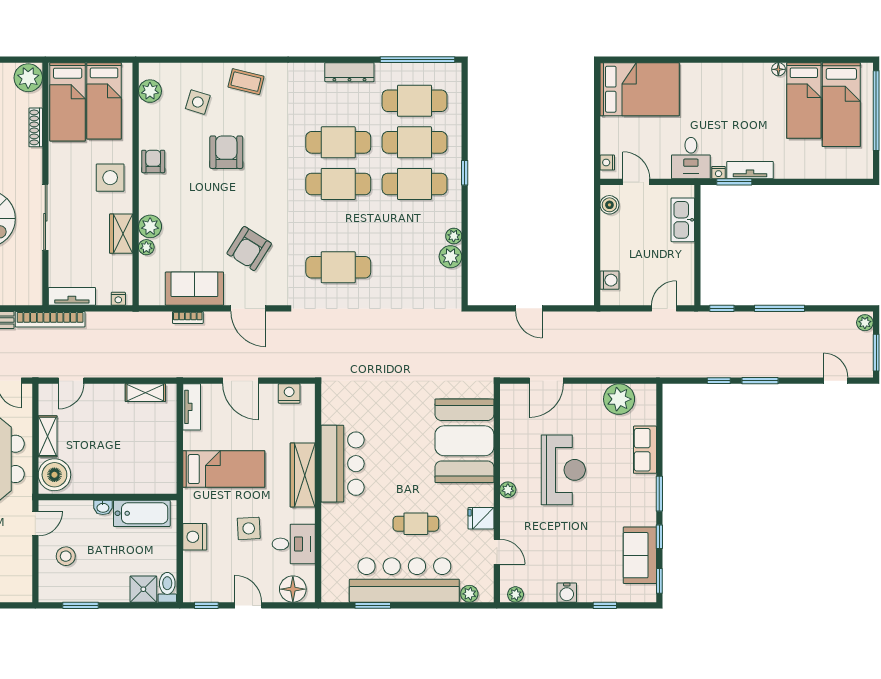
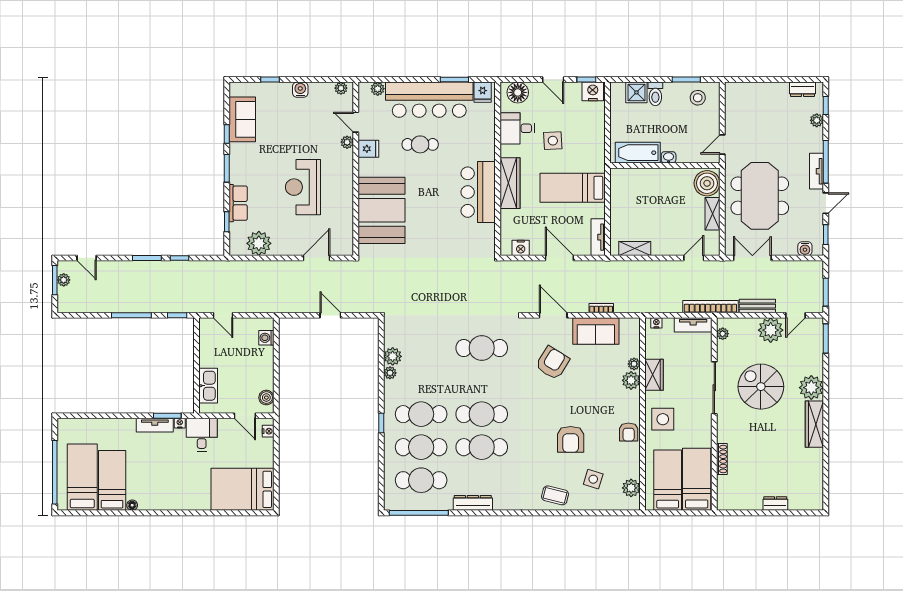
plant: (28, 78) -> (723, 334), moved, width x0.53, depth x0.53
door: (664, 308) -> (223, 315), hinge flipped
plant: (865, 323) -> (64, 280), moved
plant: (508, 490) -> (347, 142), moved
nightstand: (195, 537) -> (593, 91), moved, turned -90
stool: (66, 556) -> (698, 98), moved
window: (659, 581) -> (227, 222), moved
toilet: (167, 587) -> (655, 94), moved
fridge: (337, 589) -> (483, 92), added

